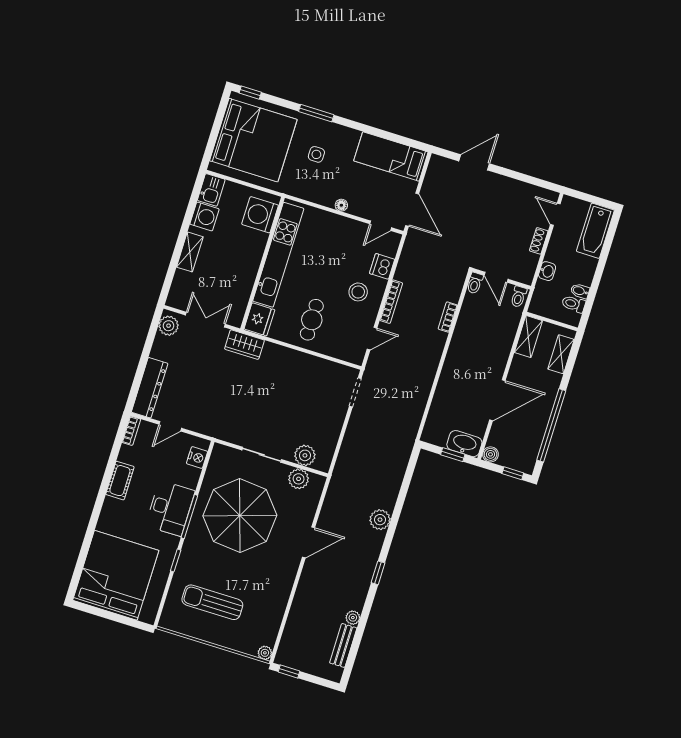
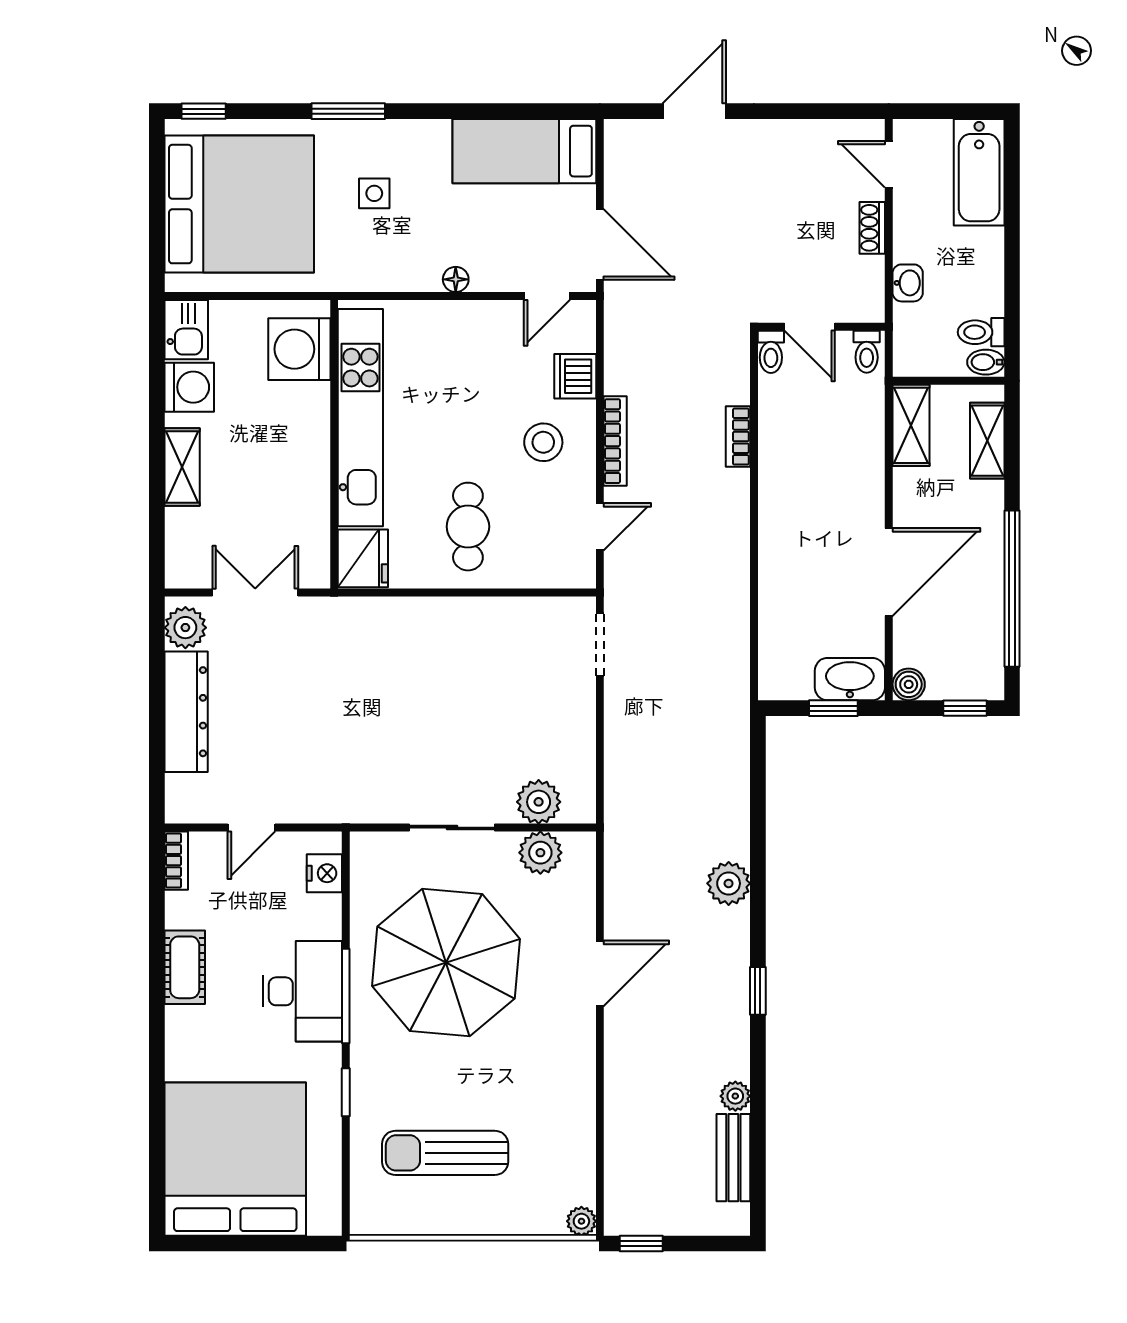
bidet: (580, 291) -> (986, 362), moved
wardrobe: (244, 345) -> (349, 618), removed
dresser: (150, 388) -> (186, 712), moved

